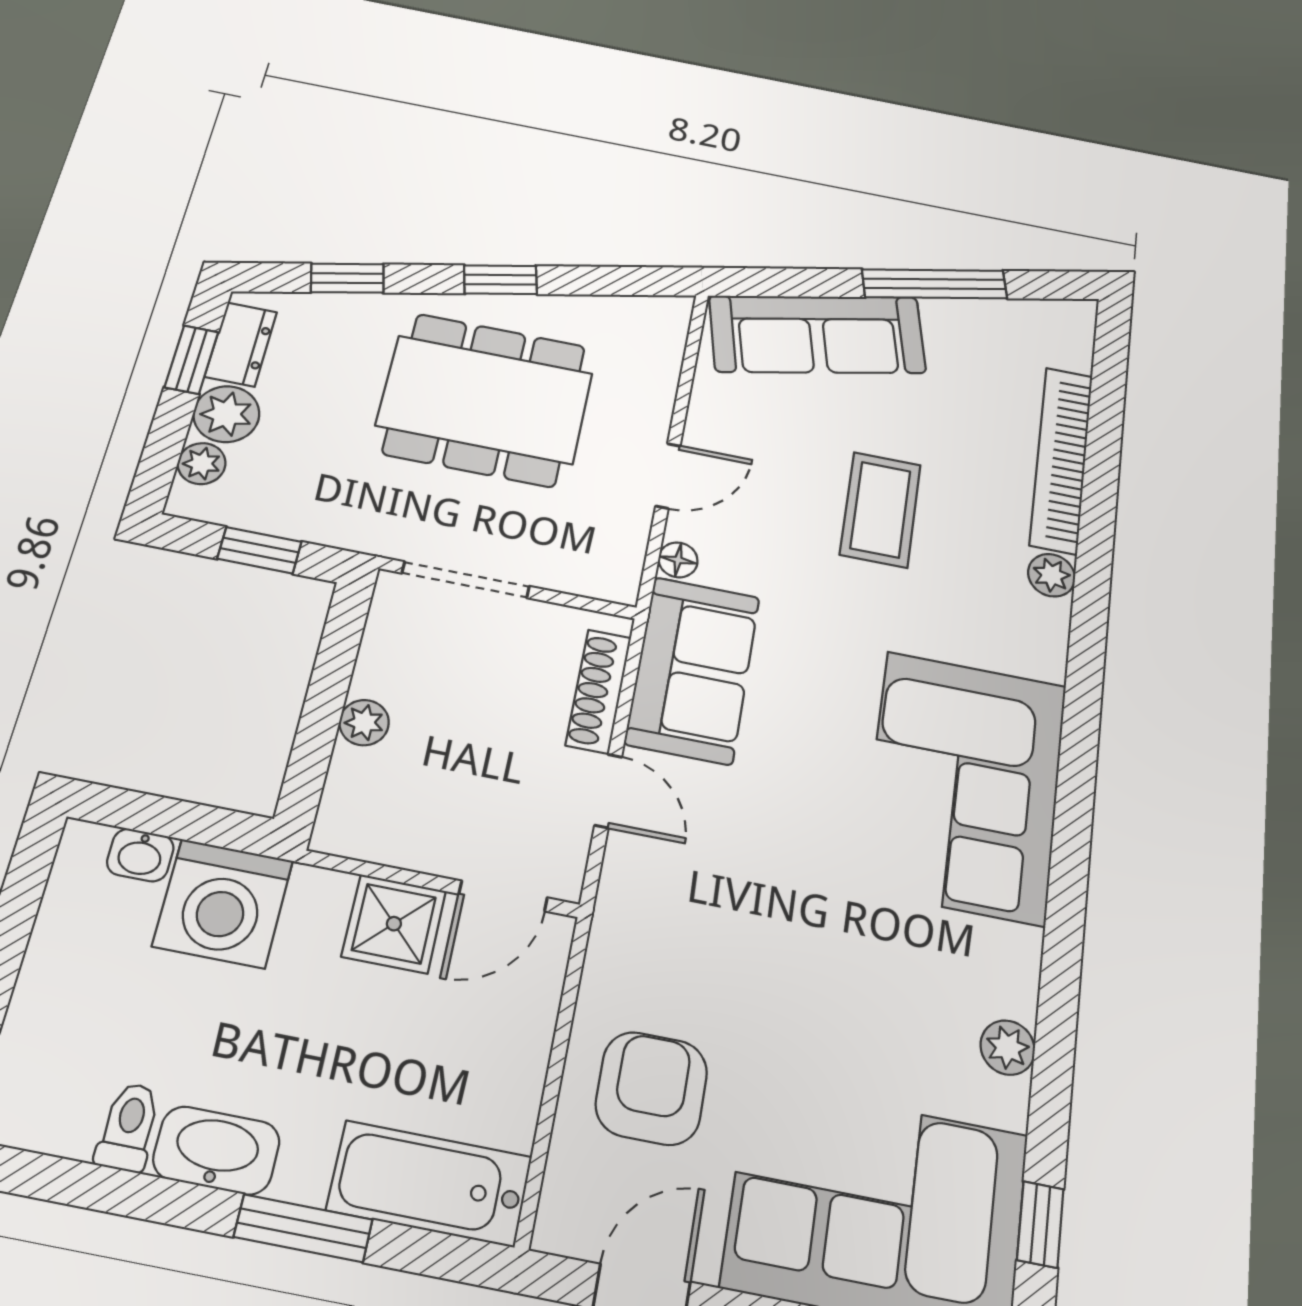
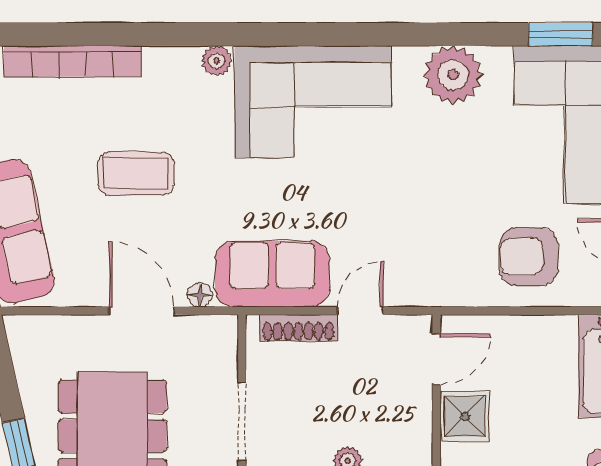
door: (668, 476) -> (142, 311), width x1.38
plant: (1052, 575) -> (217, 61), moved
door: (503, 896) -> (436, 359), hinge flipped
plant: (1008, 1048) -> (453, 75), width x1.87, depth x1.87
window: (1040, 1224) -> (561, 34), width x1.50

